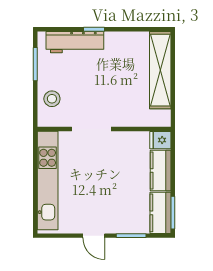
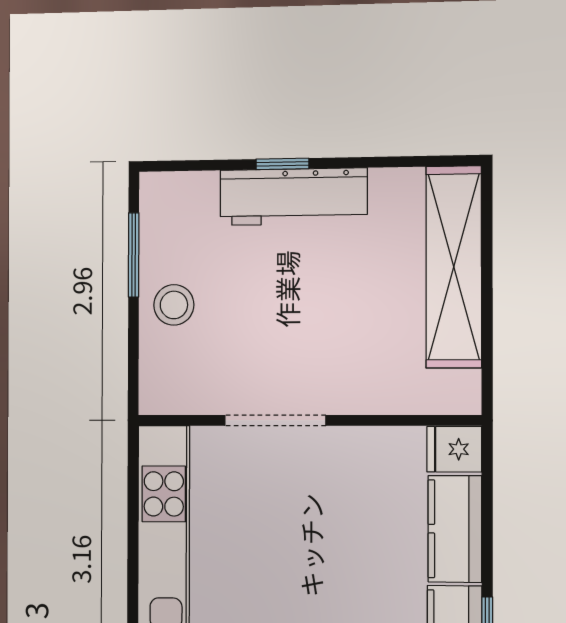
workbench: (75, 42) -> (293, 197), moved
stool: (52, 99) -> (174, 305), moved

